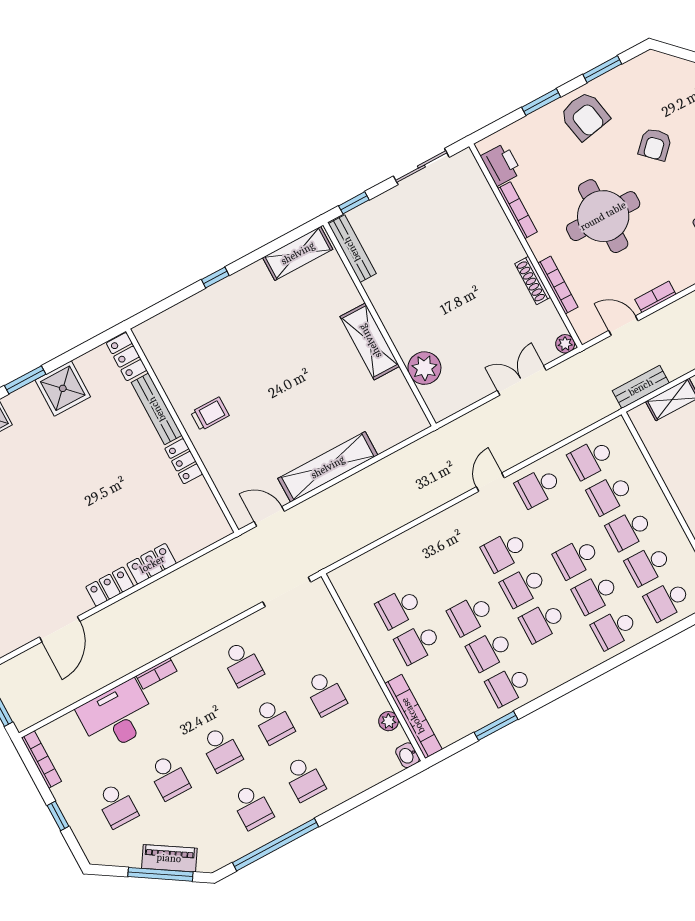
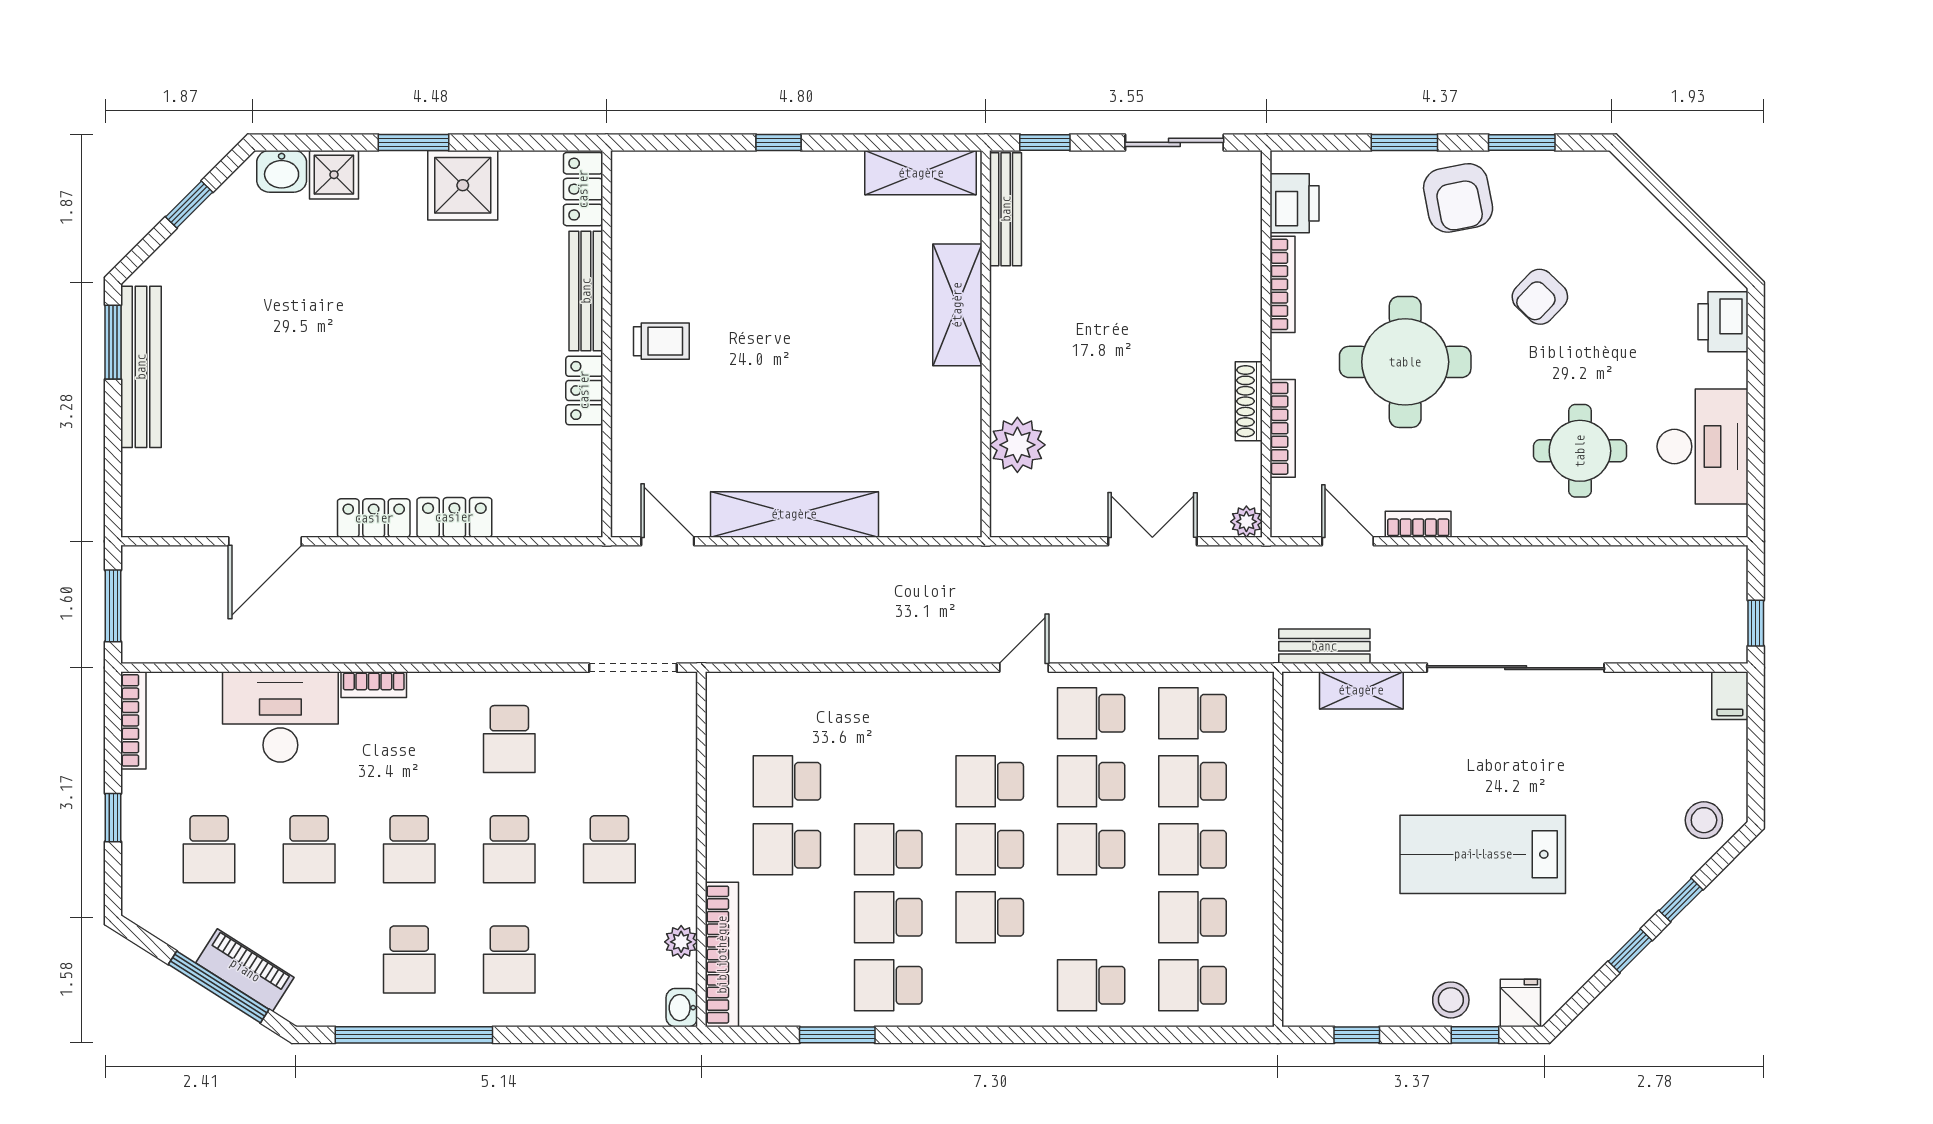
shelving: (370, 341) -> (957, 305), moved
school desk: (595, 593) -> (1091, 781), moved

